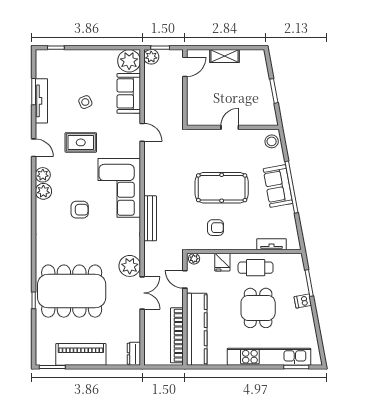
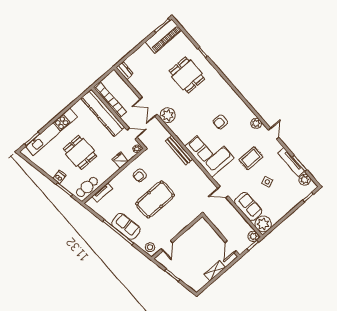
door: (230, 127) -> (167, 246), moved
door: (34, 148) -> (273, 134), swing flipped
plant: (43, 191) -> (305, 180), moved
cafe table: (256, 268) -> (87, 187), moved
dining table: (72, 291) -> (187, 75), width x0.53, depth x0.80
piano: (81, 354) -> (163, 36), moved

